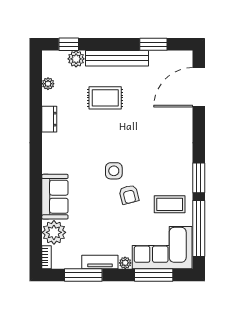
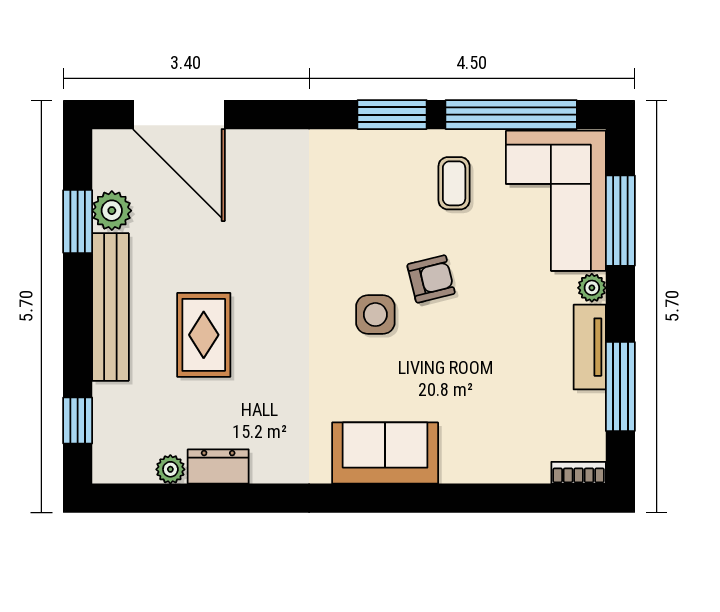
plant: (76, 59) -> (112, 211), moved
dresser: (49, 119) -> (218, 466), moved
sofa: (55, 197) -> (385, 453), moved
coffee table: (170, 204) -> (454, 183), width x0.73, depth x0.77
plant: (54, 232) -> (520, 455), removed

